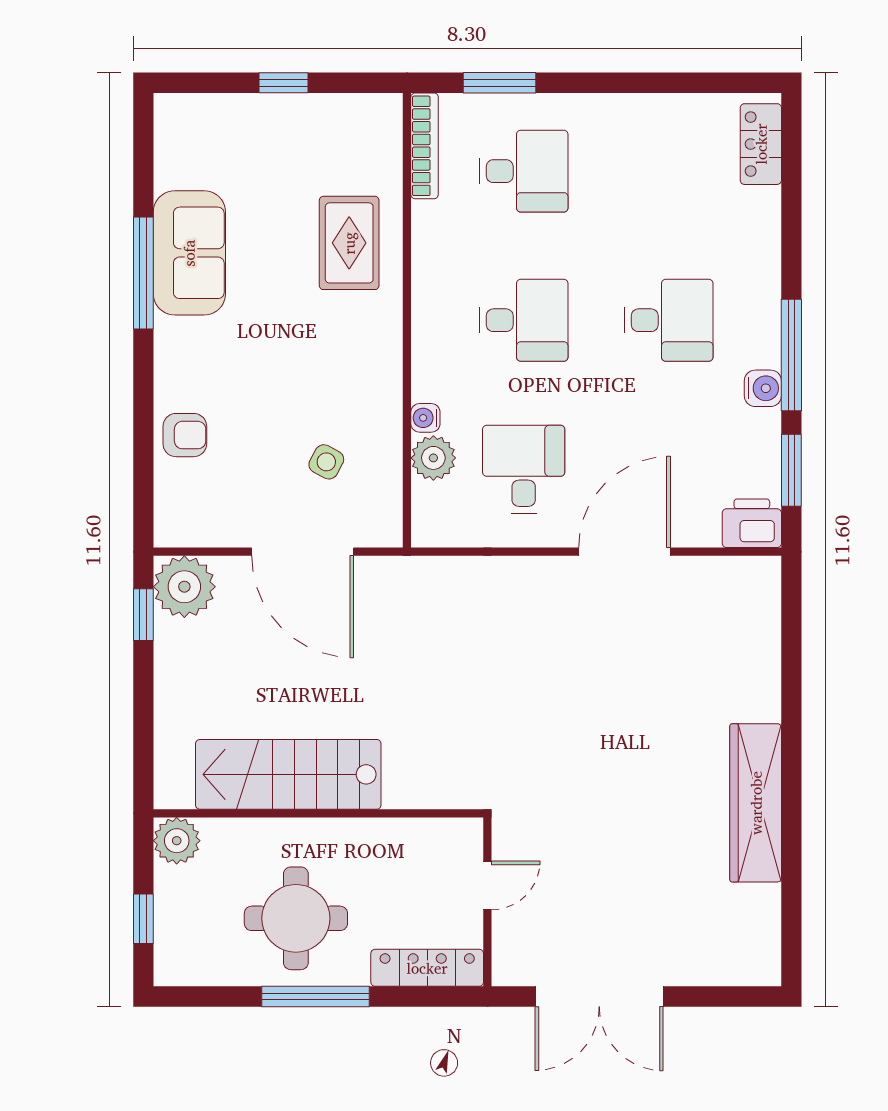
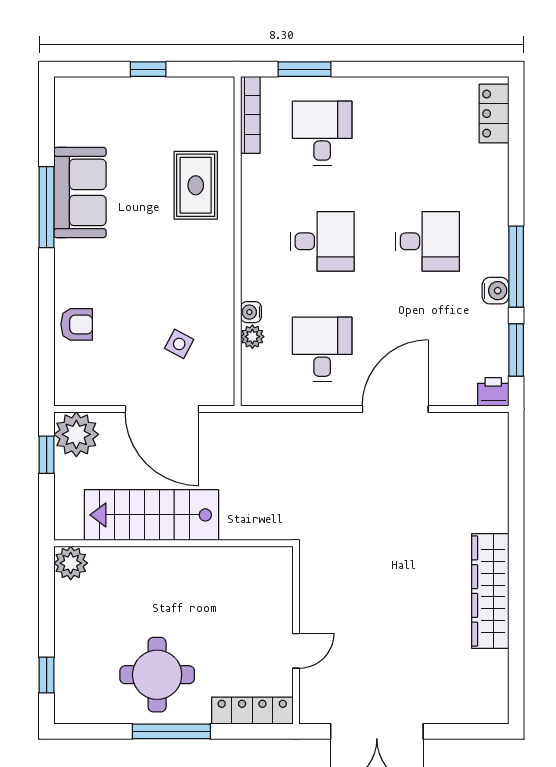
desk: (524, 171) -> (322, 133), turned -90
plant: (433, 458) -> (252, 337), width x0.73, depth x0.73
printer: (752, 523) -> (493, 392), width x0.73, depth x0.81
stairs: (288, 774) -> (152, 515), moved
wall: (318, 813) -> (173, 543), moved
plant: (177, 841) -> (71, 563), moved

